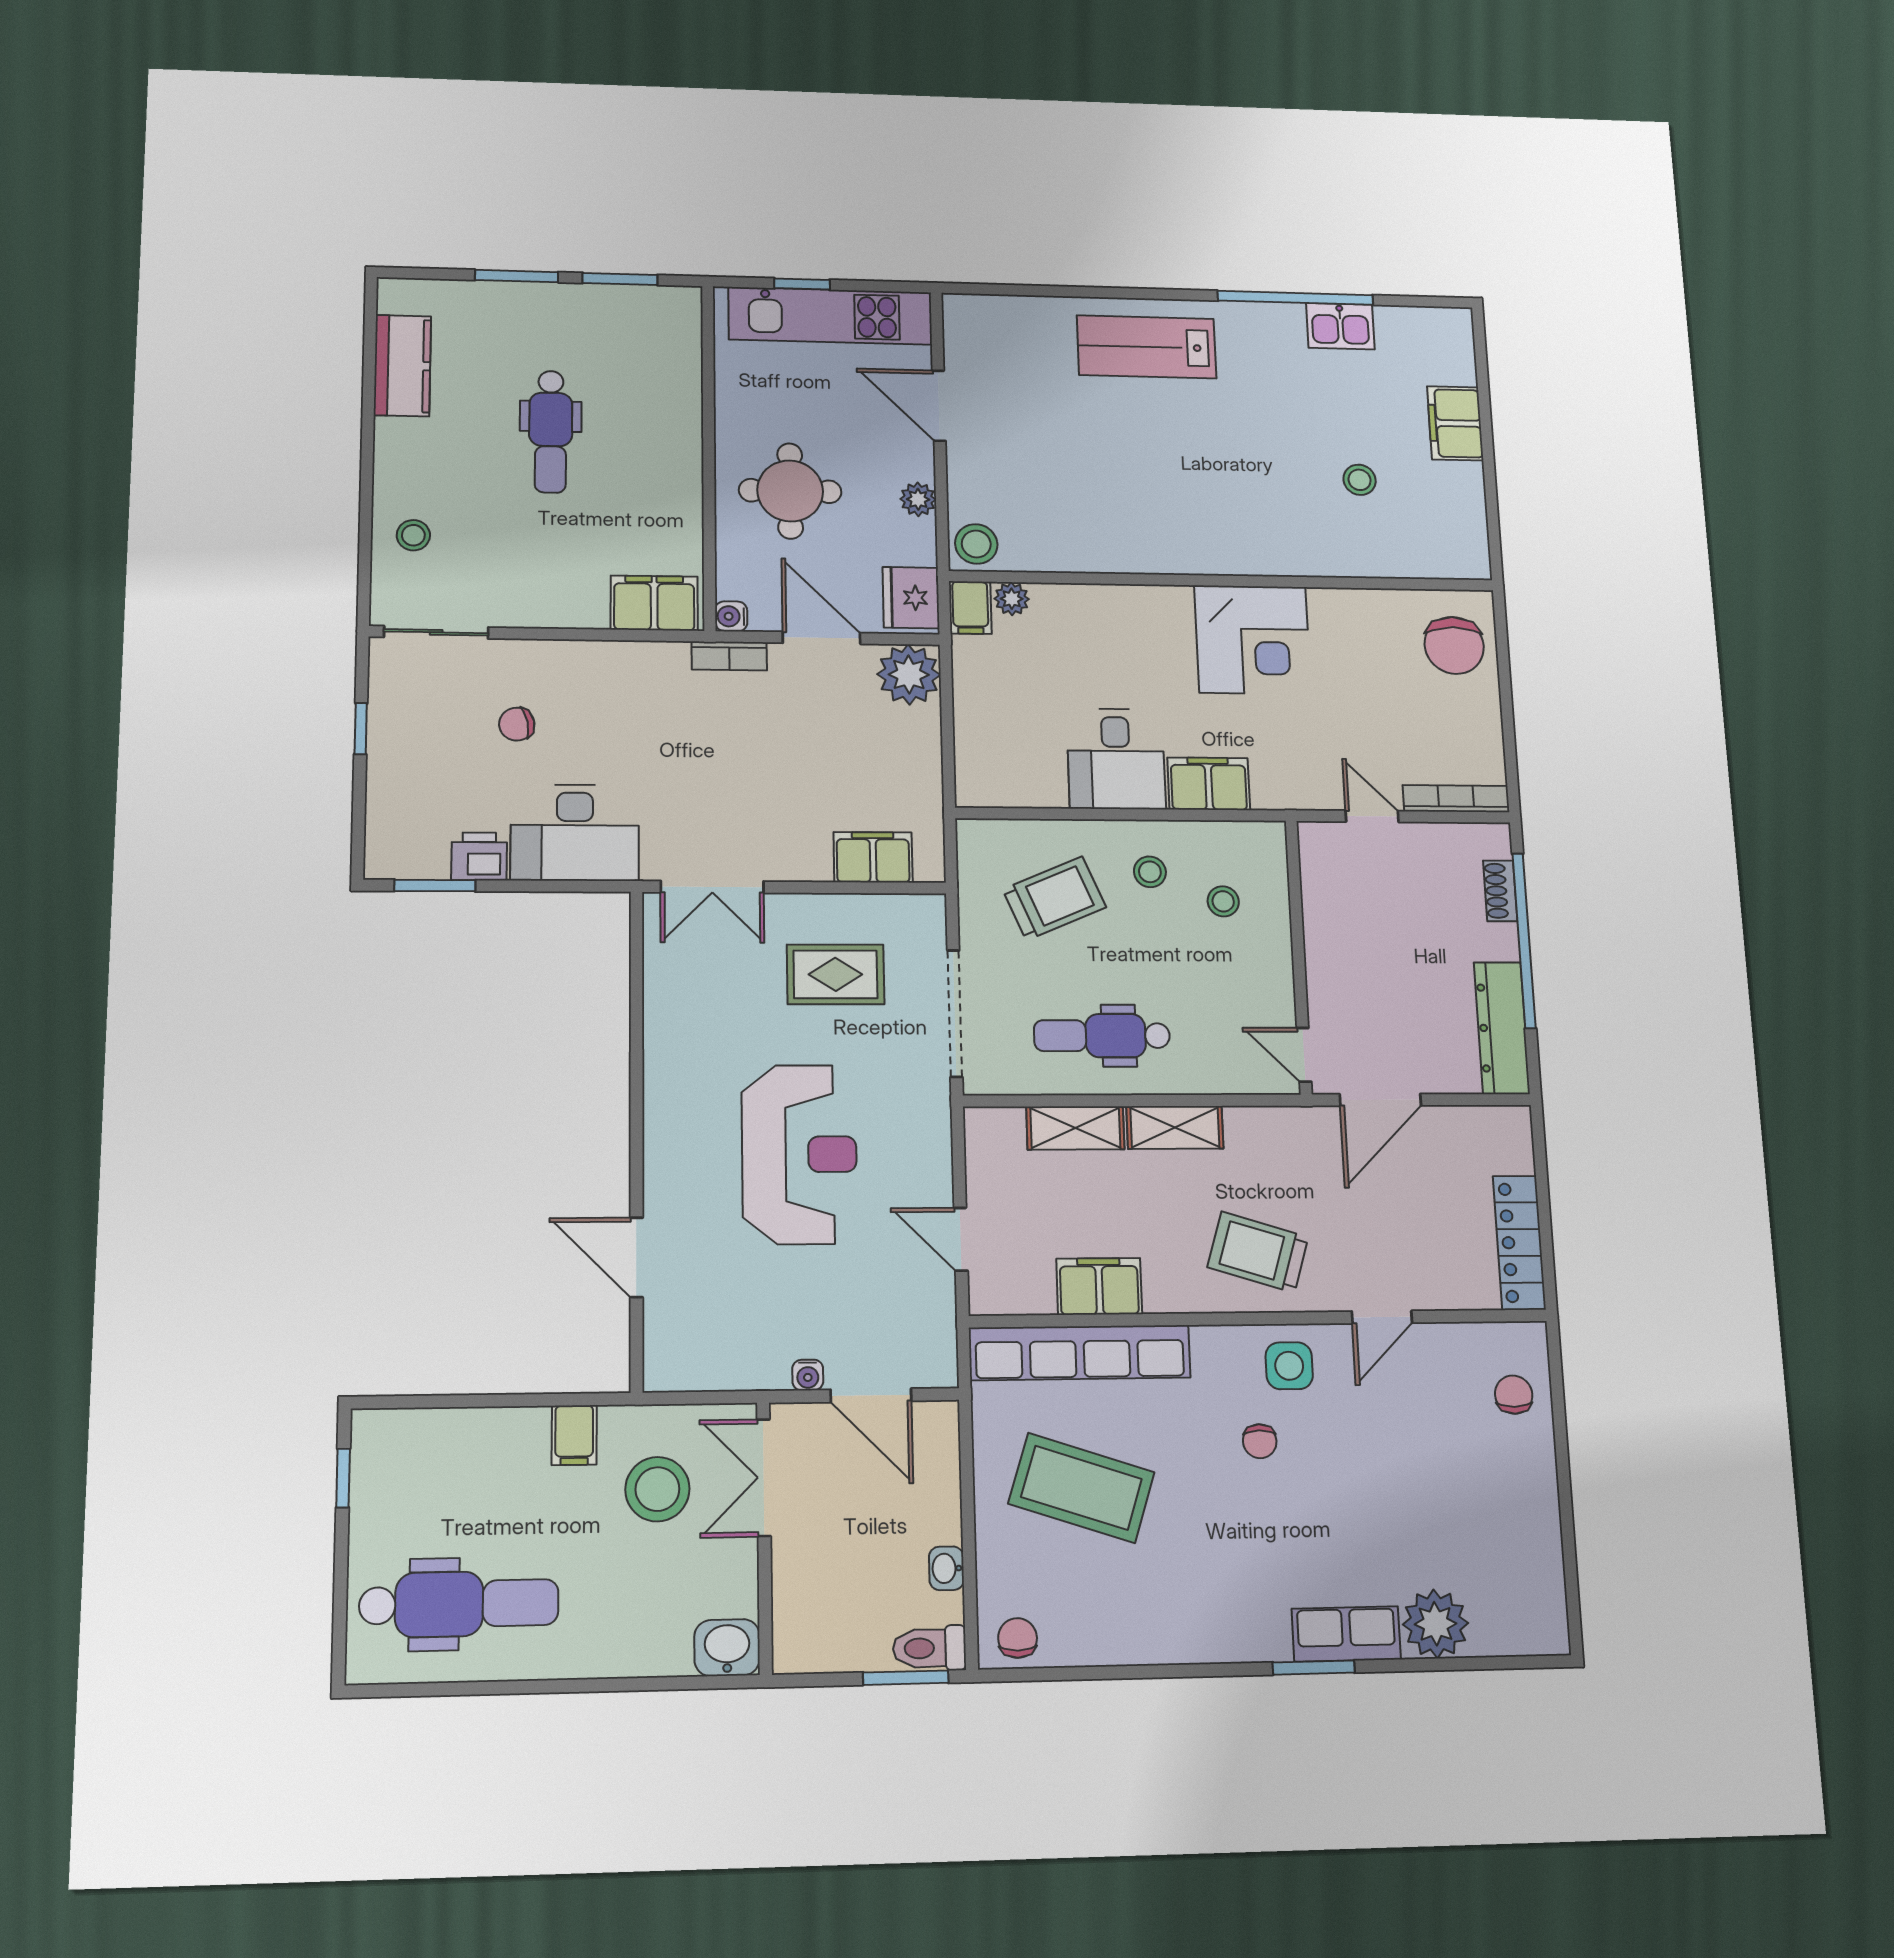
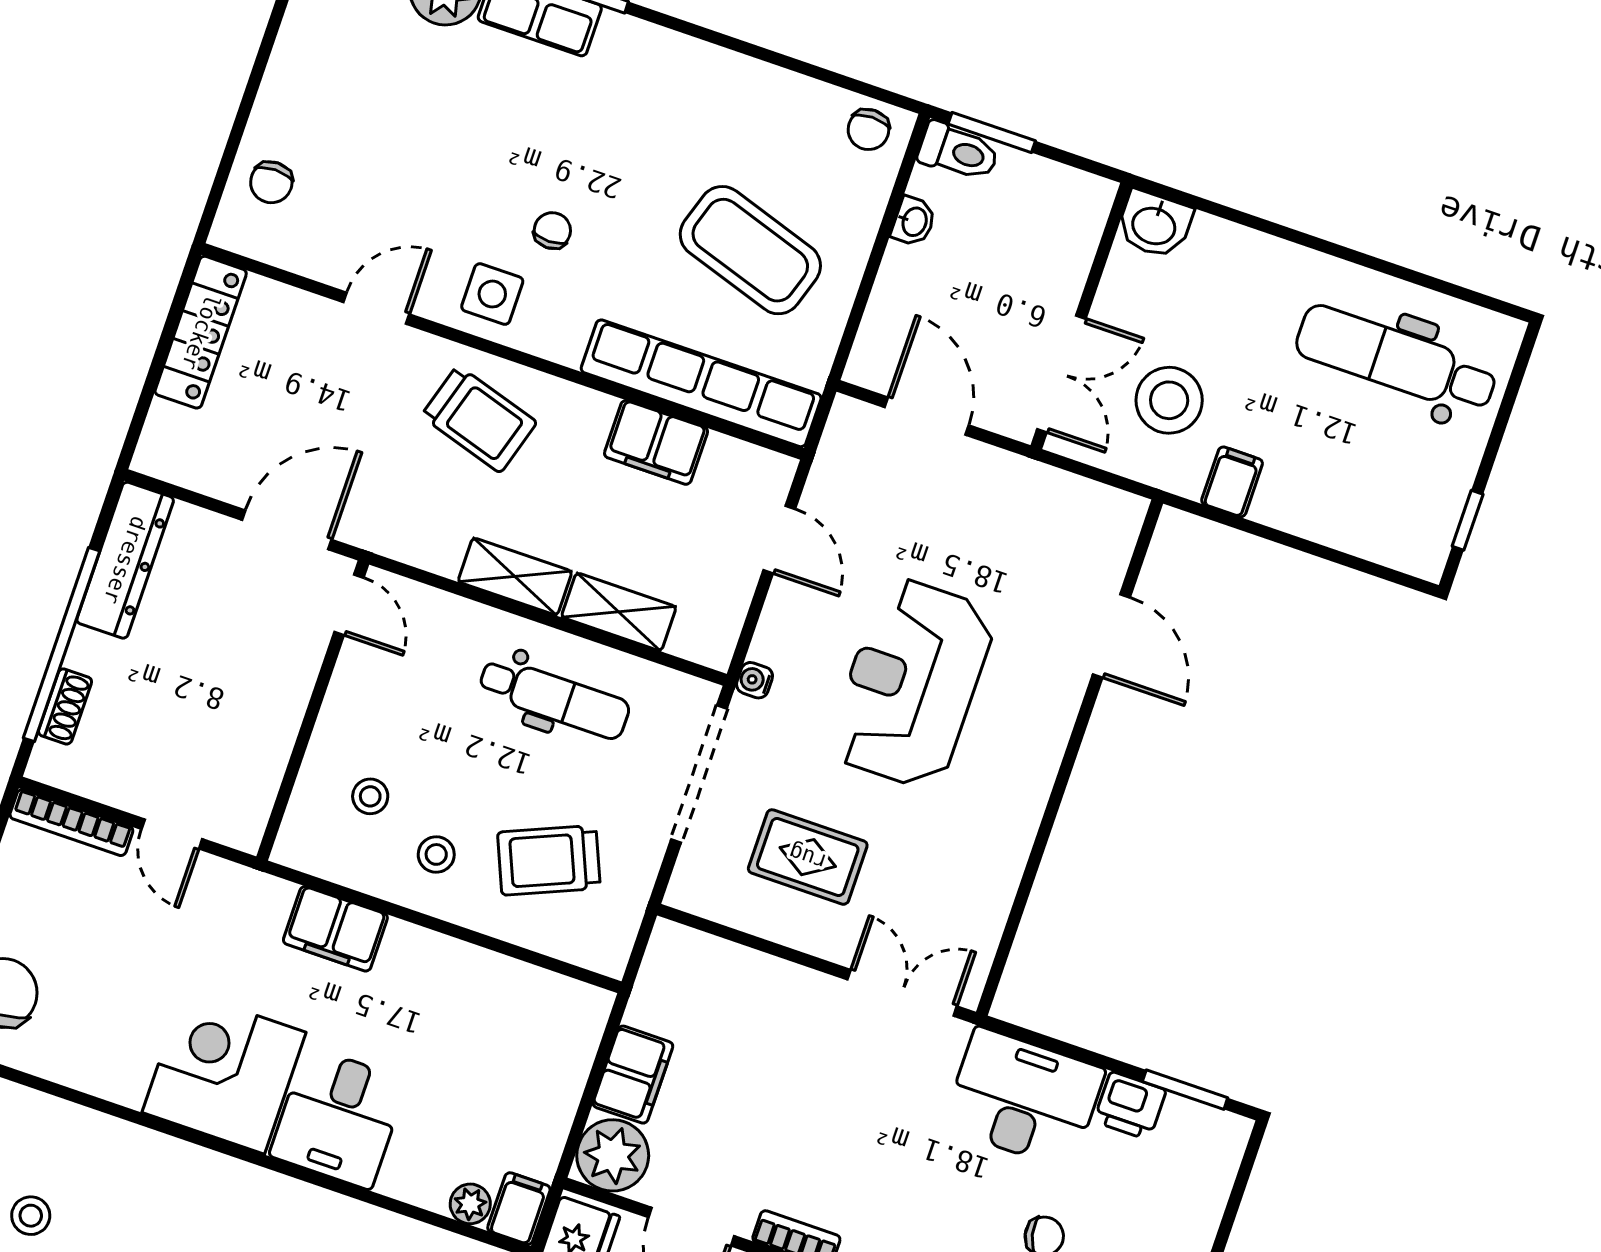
desk: (1116, 759) -> (339, 1118), moved, turned 180
filing cabinet: (873, 857) -> (633, 1075), moved, turned -90
water cooler: (808, 1375) -> (755, 680), moved, turned -90

